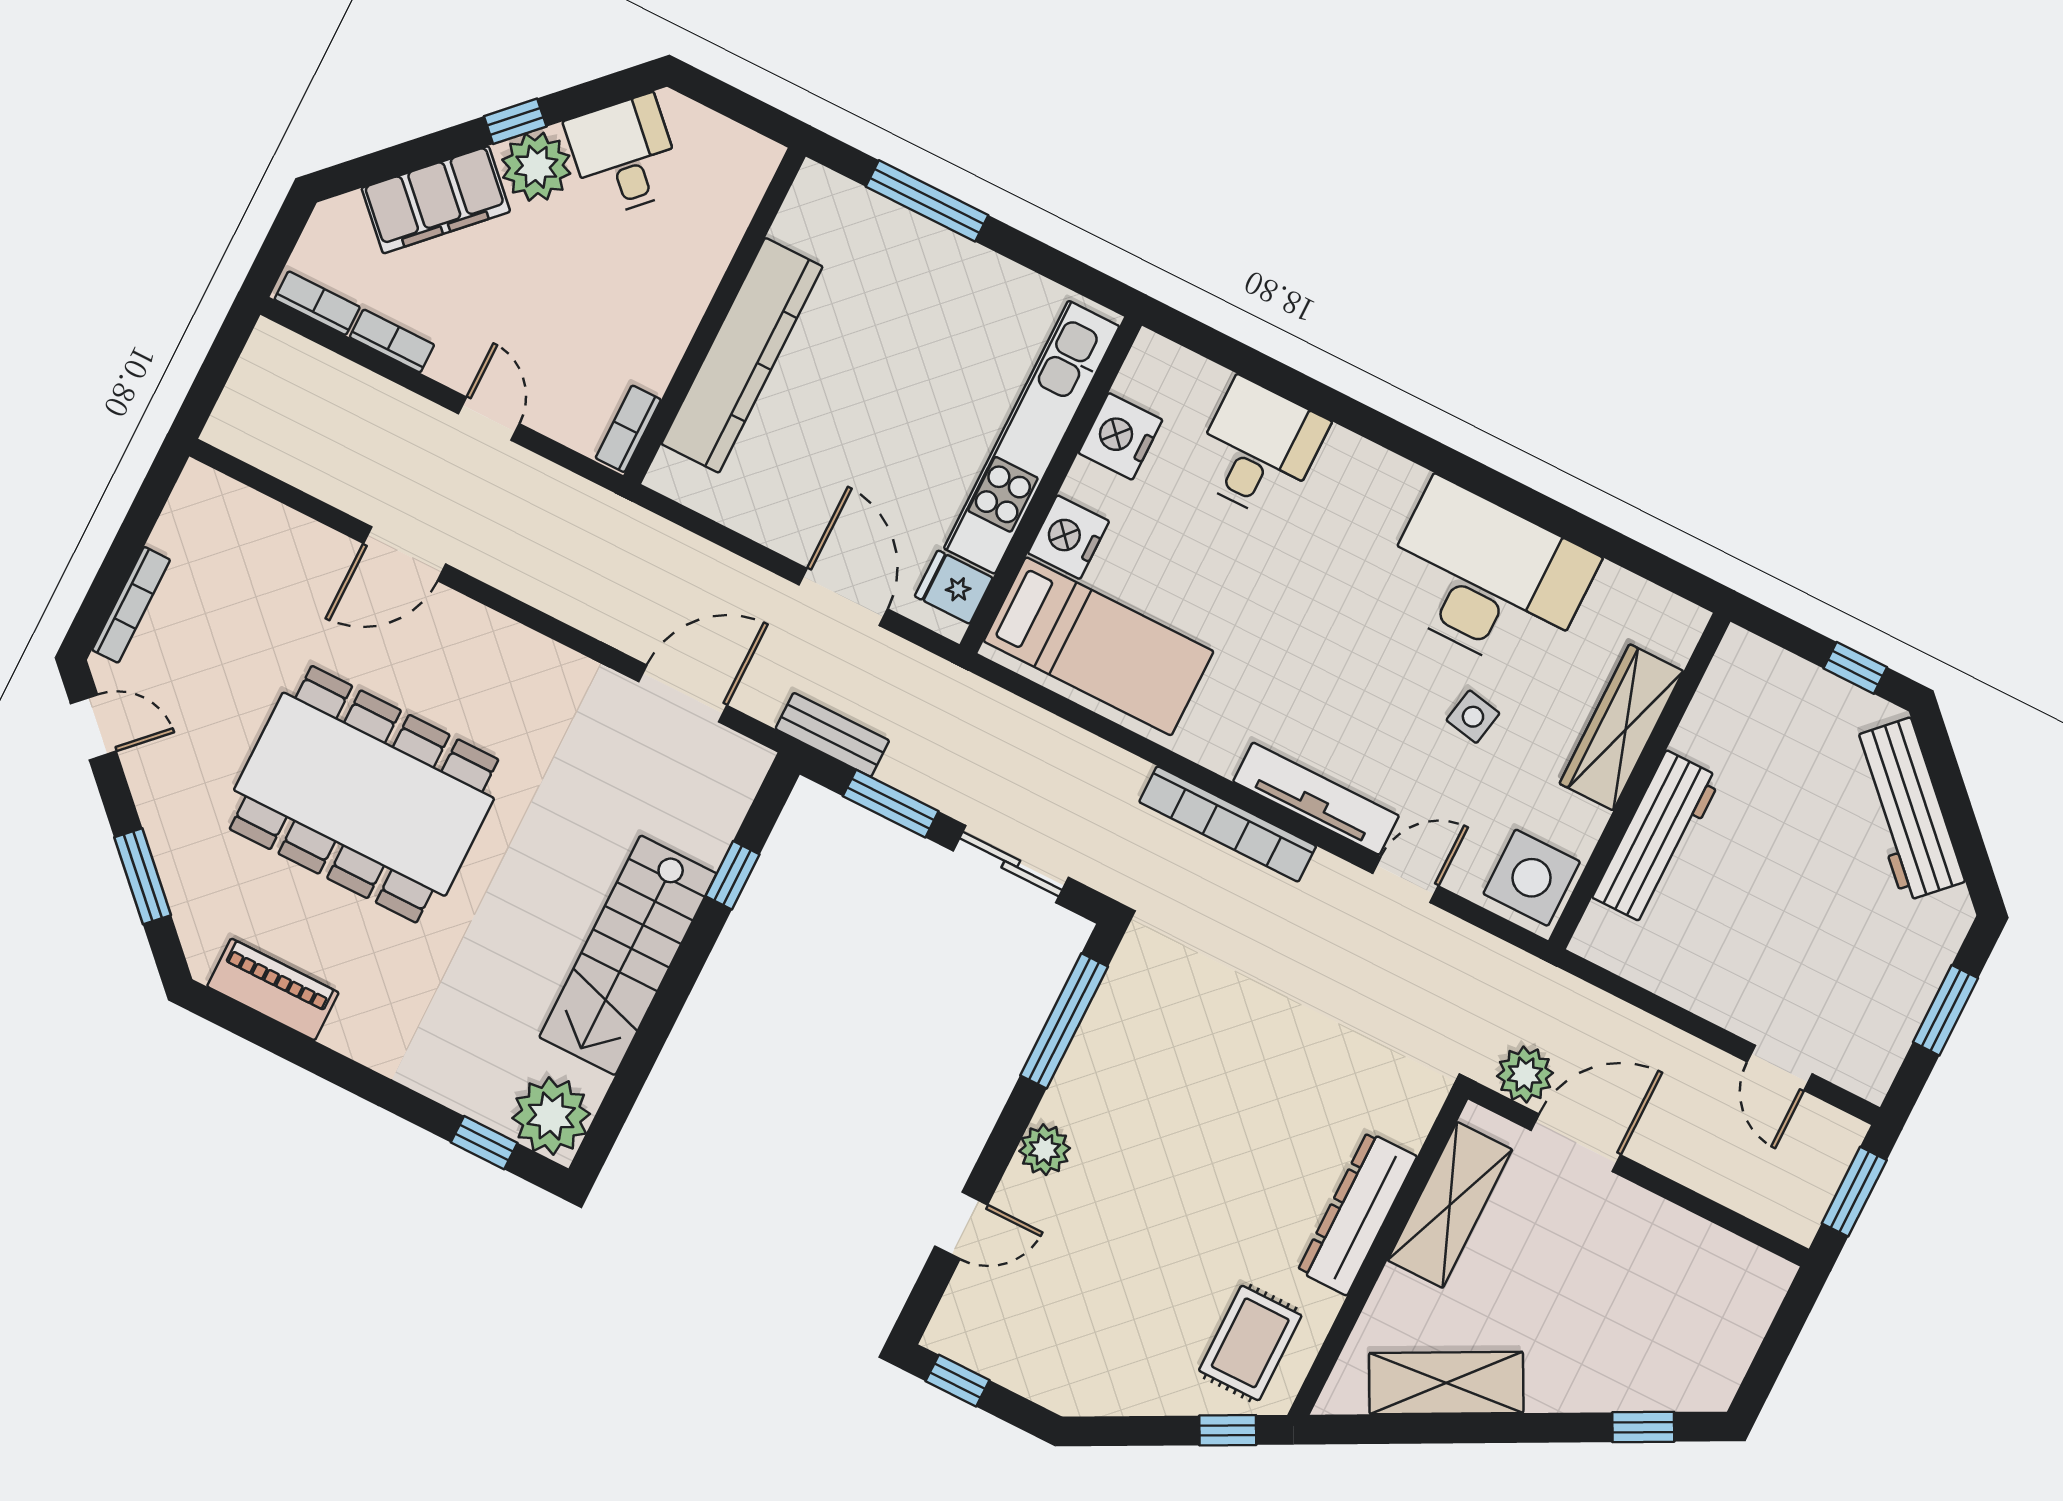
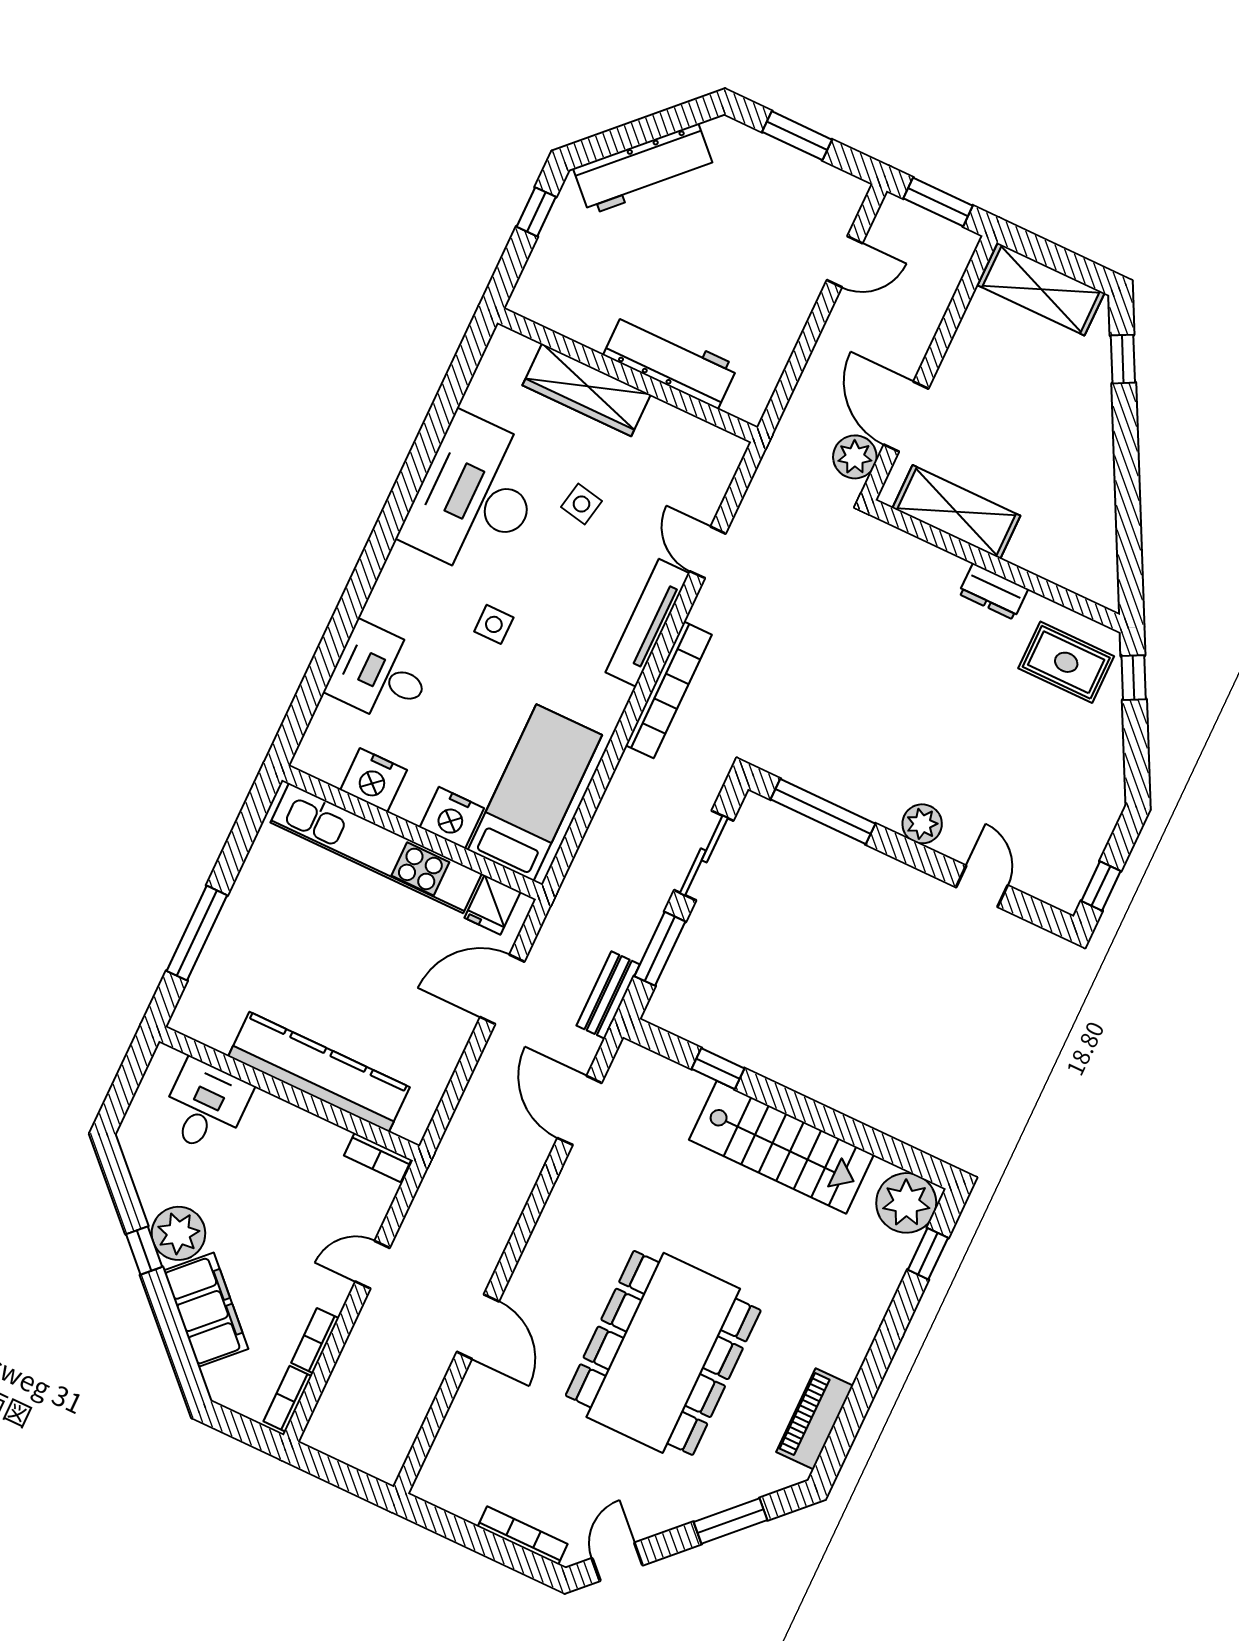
desk: (624, 156) -> (205, 1107), moved, turned 135
side table: (1532, 878) -> (494, 624), moved, width x0.54, depth x0.54
dresser: (1357, 1214) -> (993, 591), width x0.51, depth x0.80
shelving: (1446, 1383) -> (1041, 289), moved, turned -63

